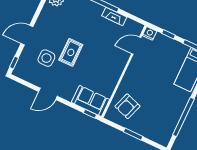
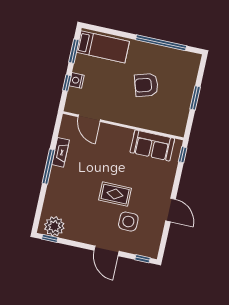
nightstand: (149, 33) -> (77, 80), moved
sofa: (90, 101) -> (152, 145), moved, turned -90
armchair: (127, 106) -> (146, 85), moved, turned 144

